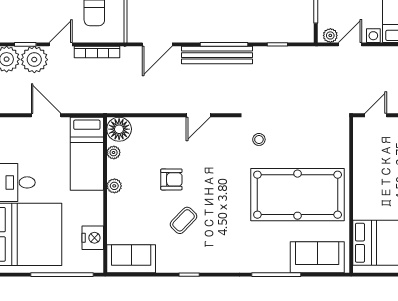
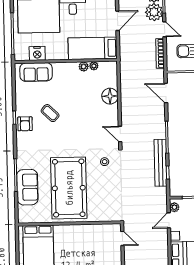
door: (350, 44) -> (169, 220), swing flipped
bench: (217, 55) -> (160, 163), moved
door: (198, 115) -> (120, 134), moved
floor lamp: (119, 129) -> (110, 96), moved
armchair: (171, 179) -> (25, 124), moved
plant: (114, 186) -> (84, 67), moved
sofa: (317, 257) -> (27, 187), moved
sofa: (131, 259) -> (36, 72), moved, turned 90

